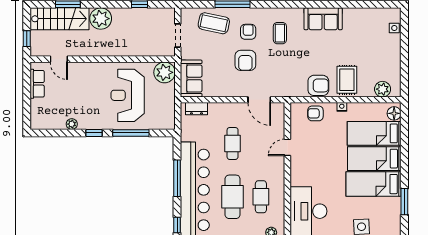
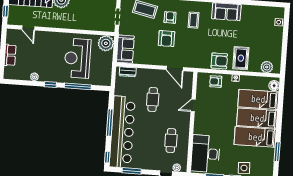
row of seats: (37, 84) -> (10, 55), moved
cafe table: (233, 197) -> (150, 139), removed

